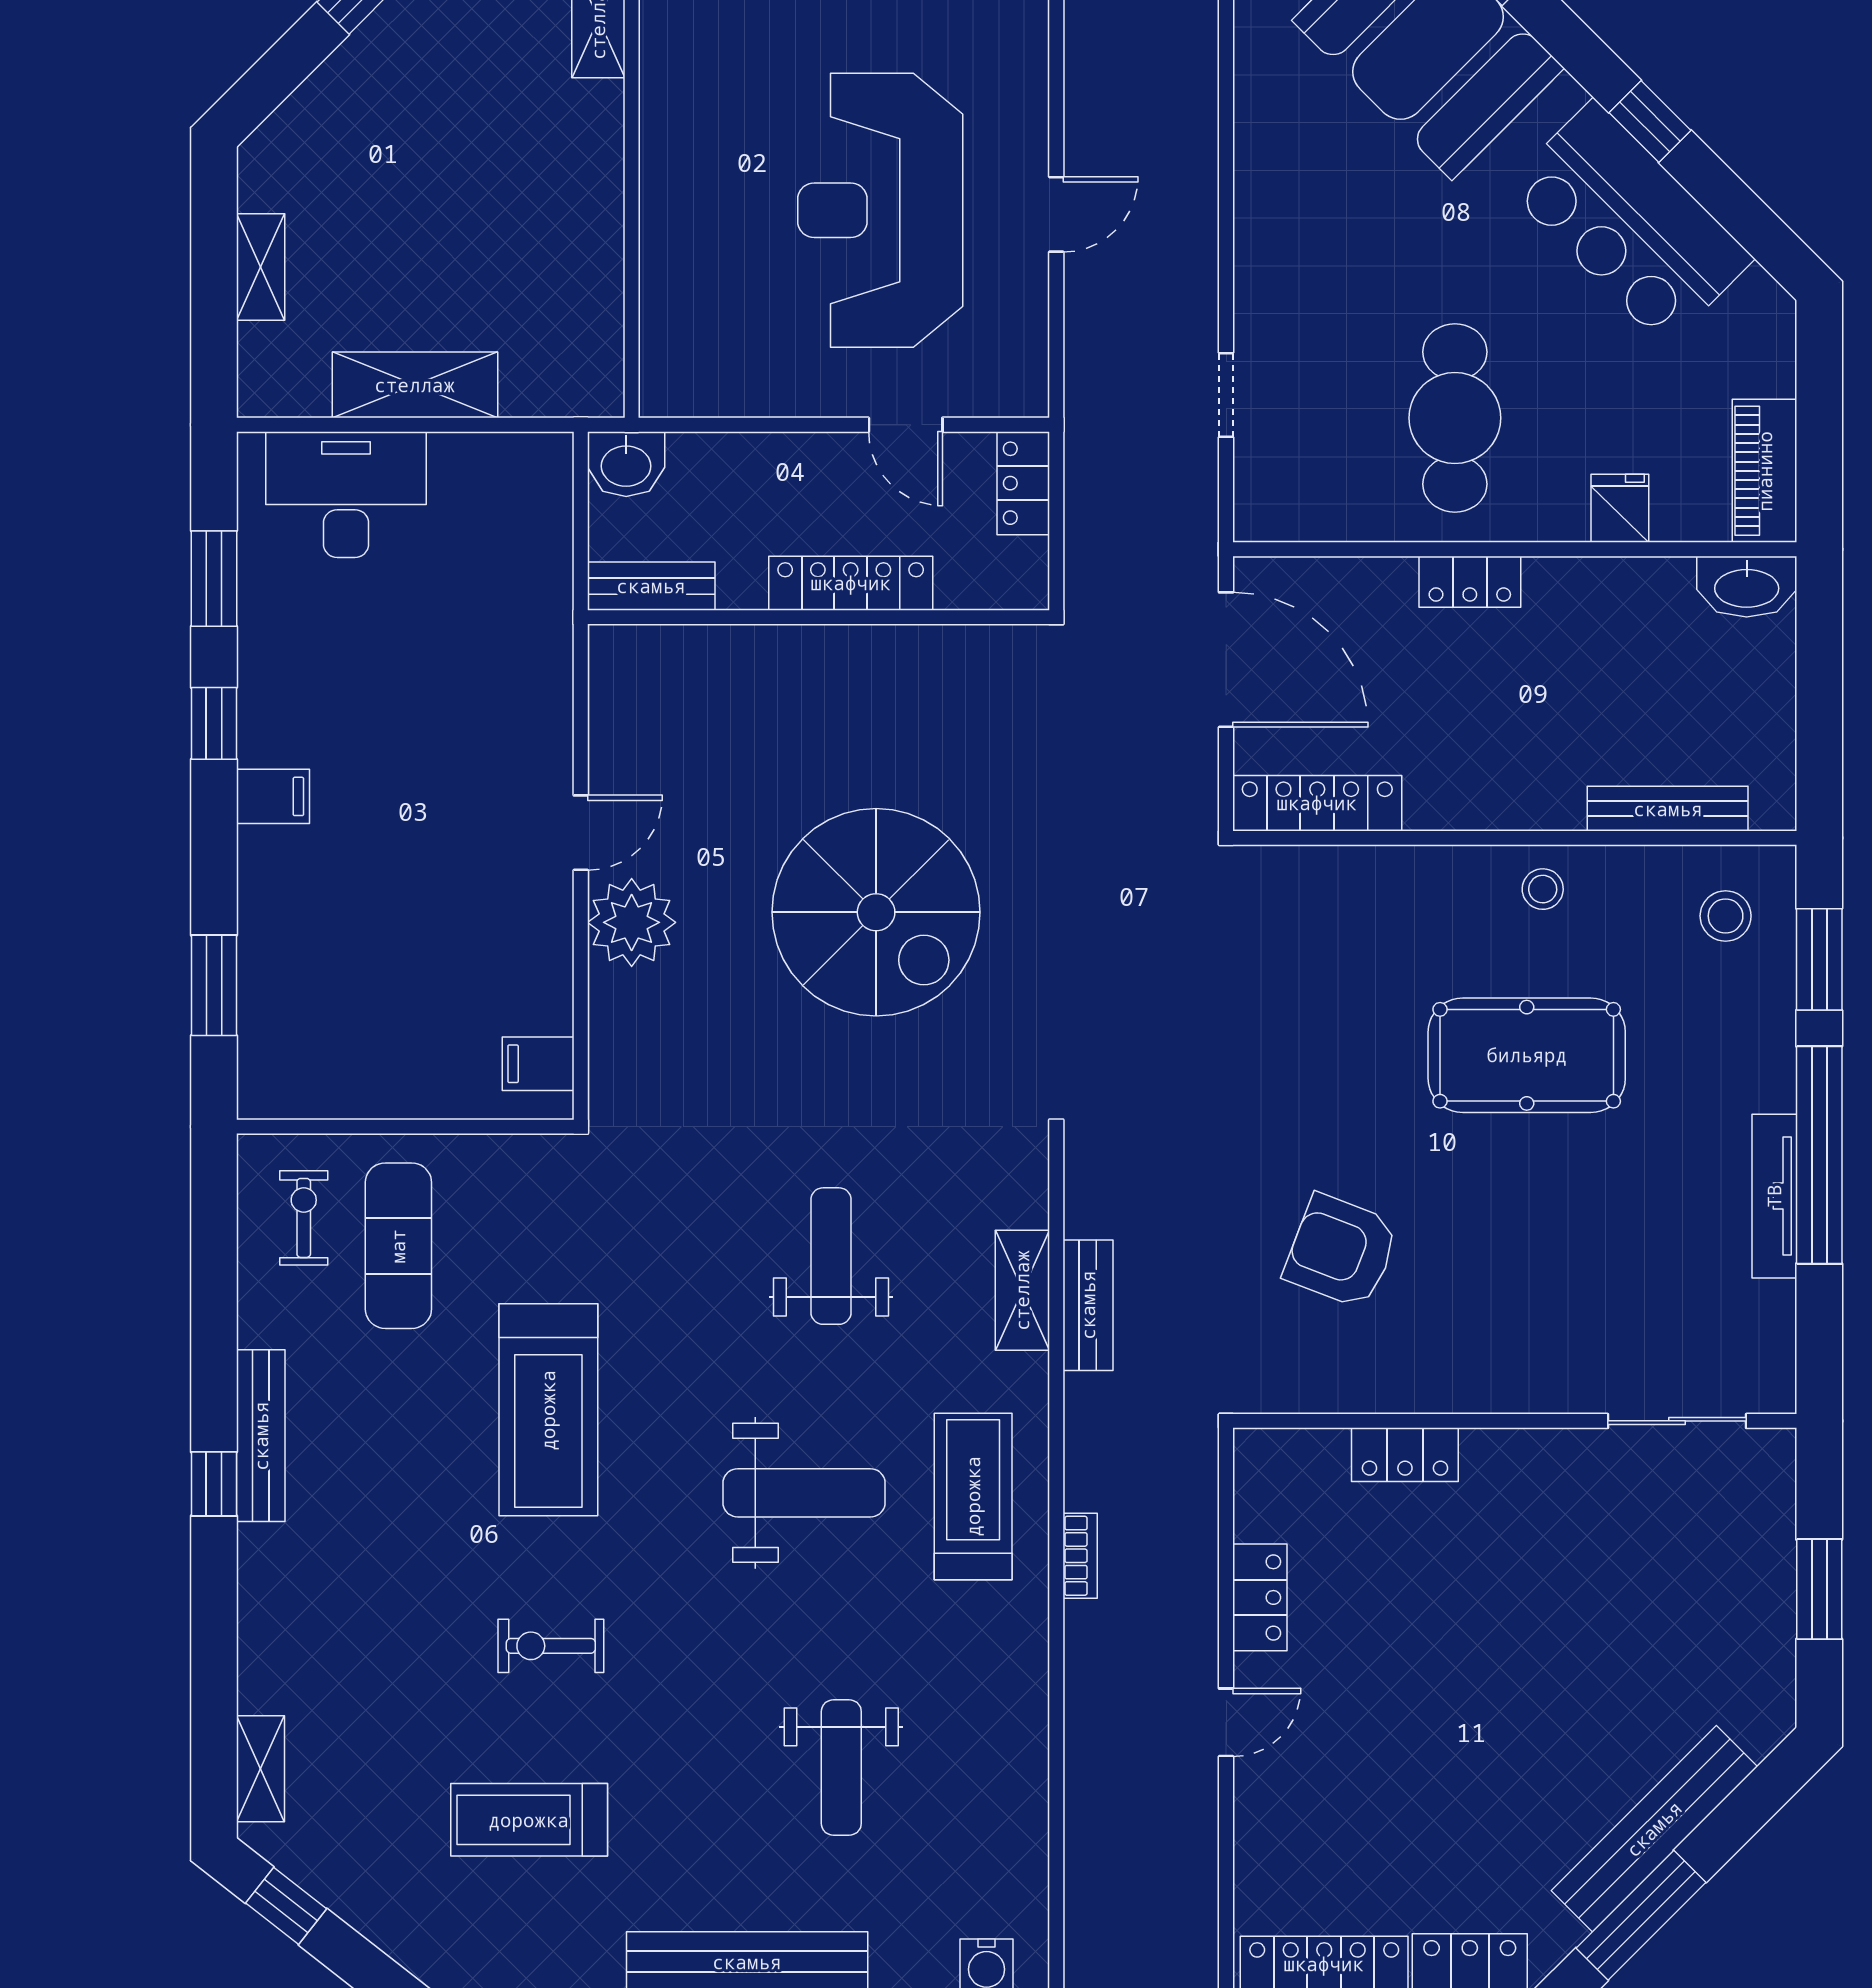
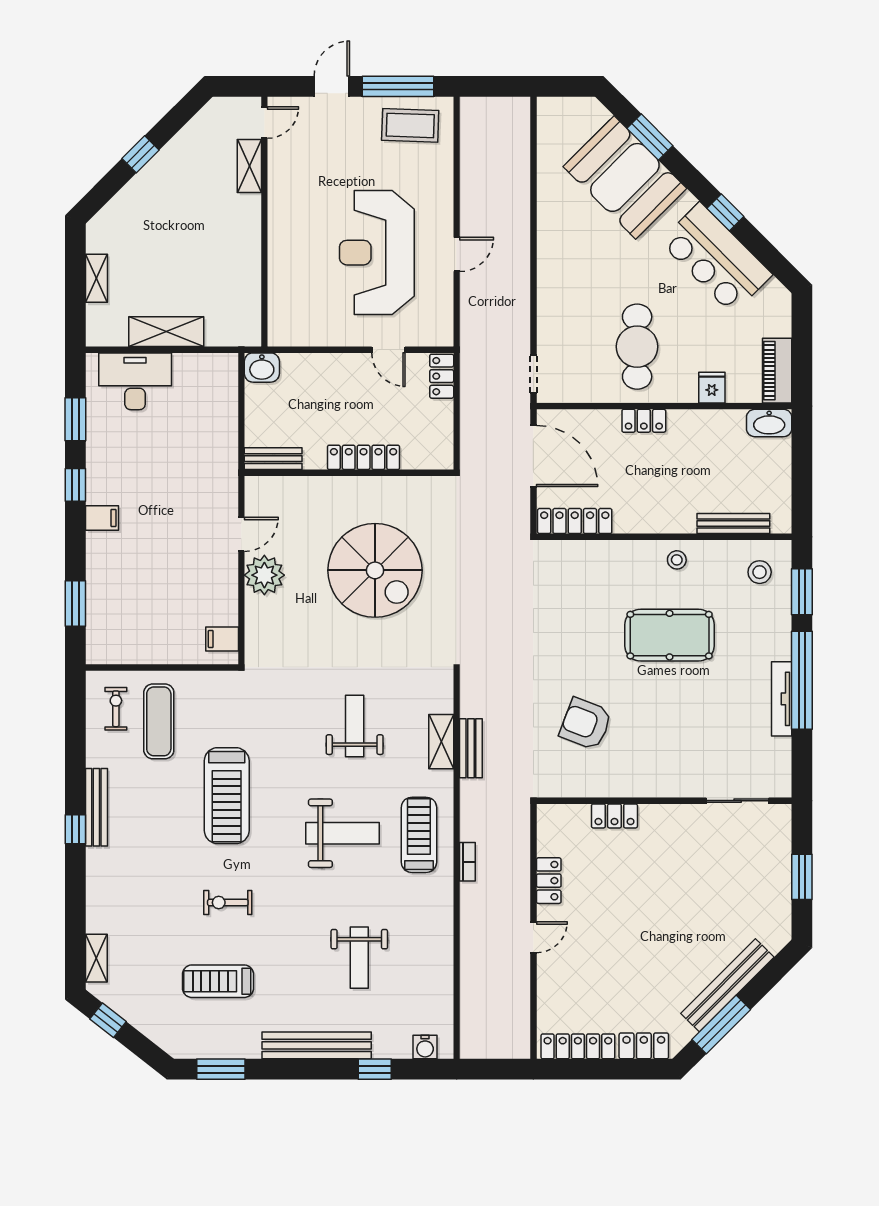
doorway: (1226, 395) -> (533, 374), moved
locker: (851, 583) -> (364, 457), moved
bench: (651, 586) -> (273, 459), moved
wall: (818, 617) -> (349, 473), moved

